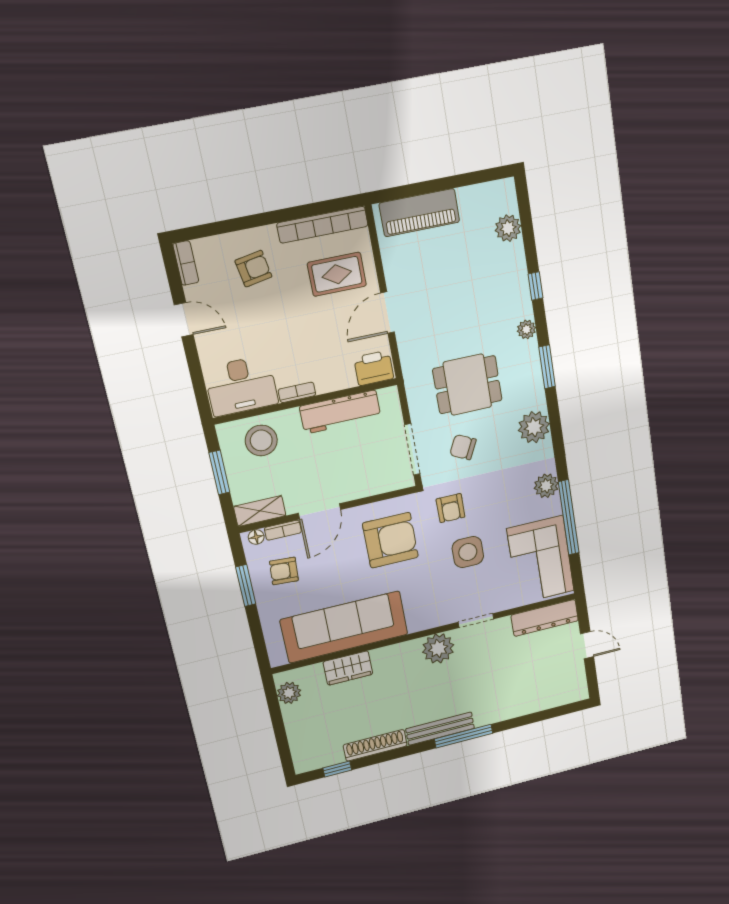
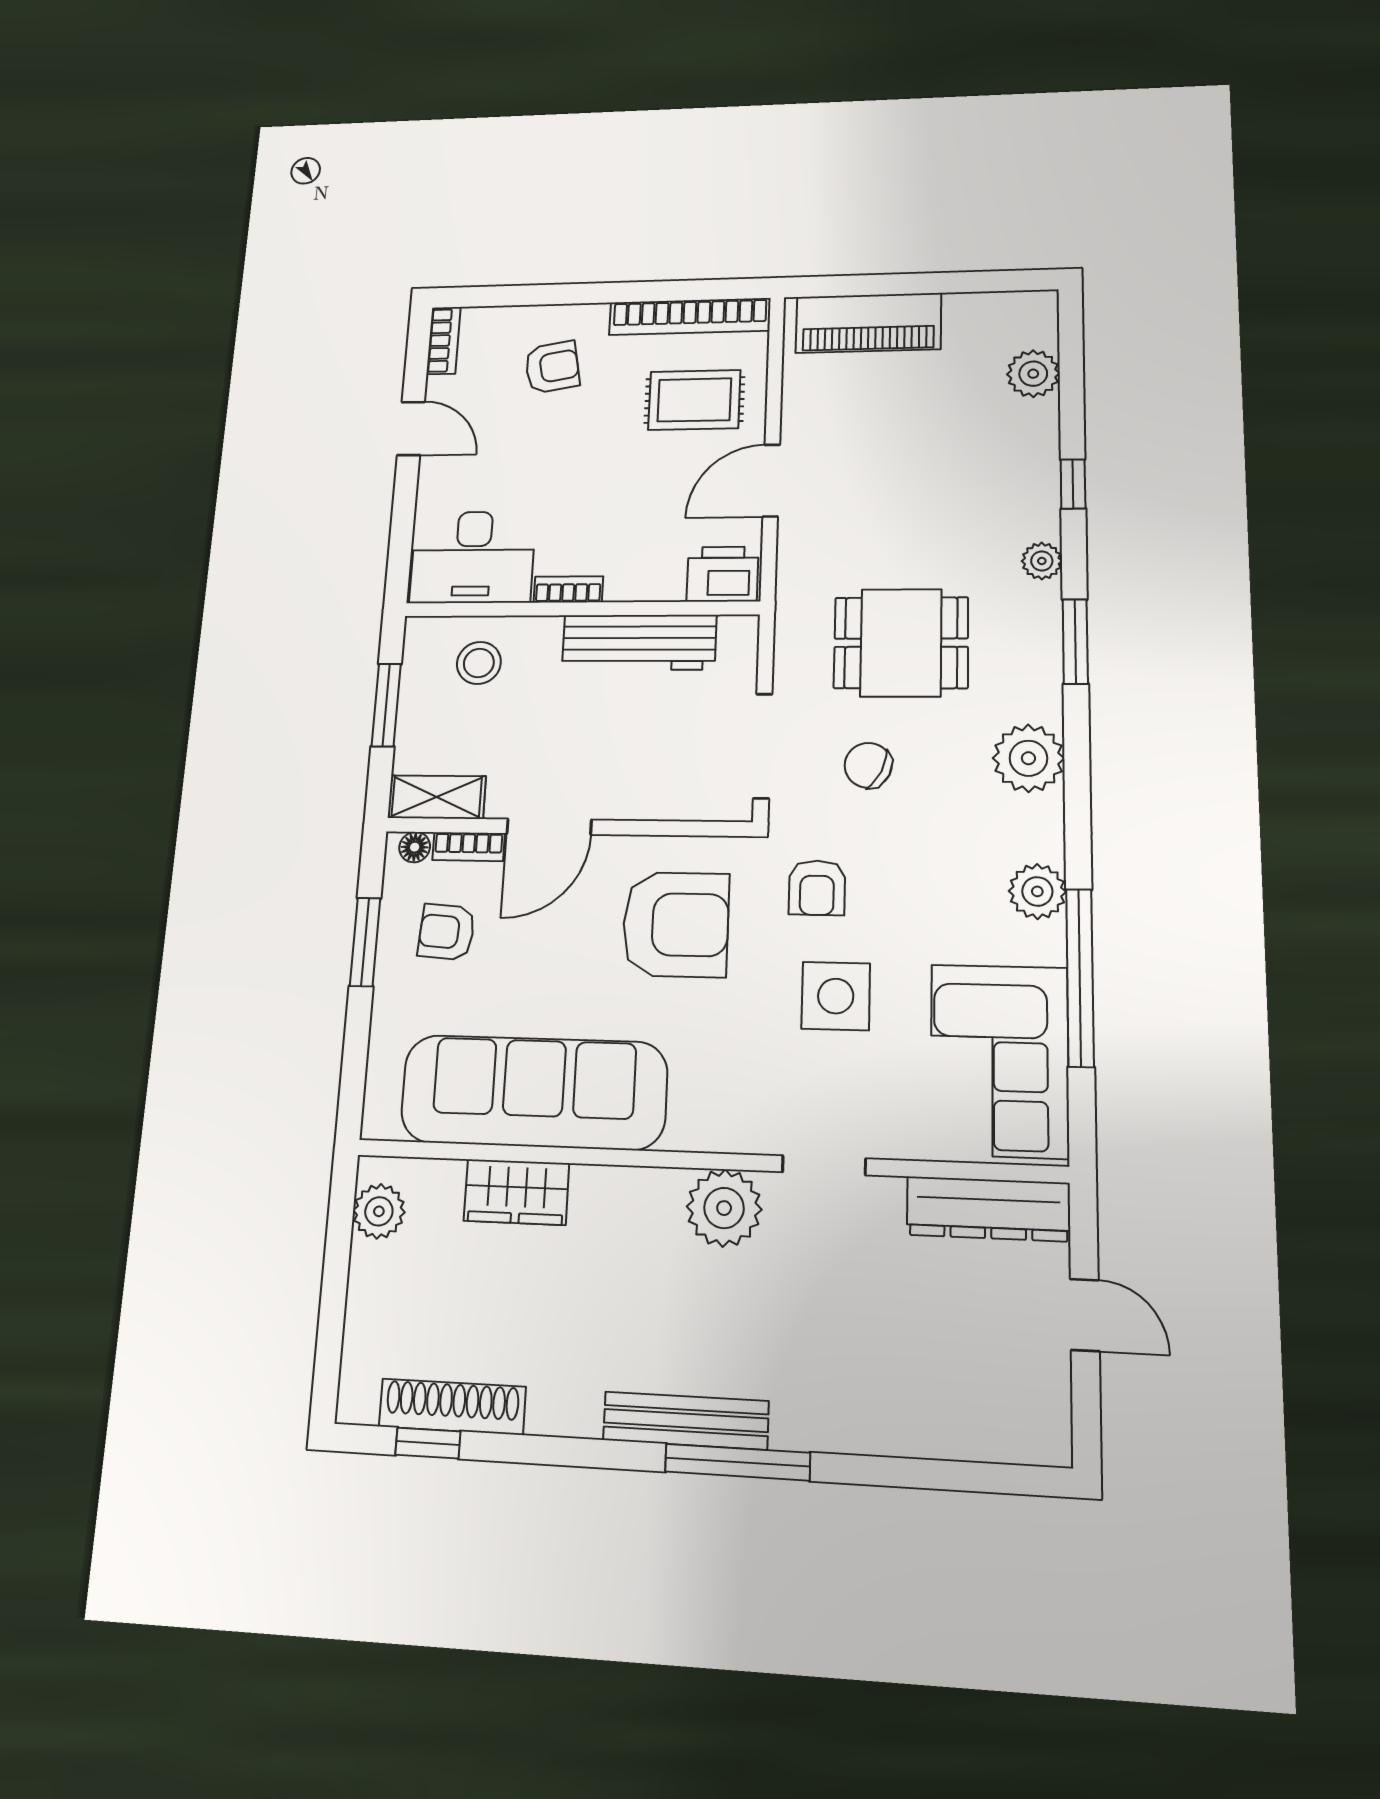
stool: (261, 440) -> (479, 663), width x0.73, depth x0.73
shoe rack: (375, 745) -> (452, 1407), moved

